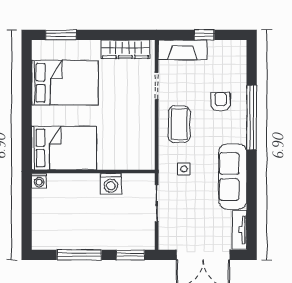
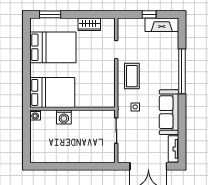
wardrobe: (125, 49) -> (89, 24), width x0.67
fireplace: (183, 50) -> (162, 25), moved
armchair: (221, 102) -> (161, 61), removed
washing machine: (111, 184) -> (64, 117), moved
window: (79, 255) -> (63, 166), removed
window: (131, 255) -> (98, 166), removed

